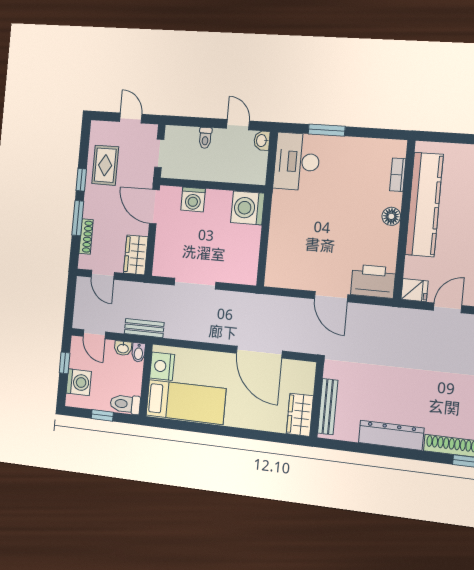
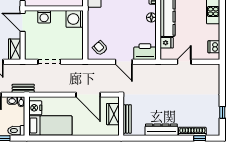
armchair: (289, 267) -> (100, 48), added
fridge: (414, 290) -> (167, 43), moved
wardrobe: (300, 415) -> (113, 114), moved

